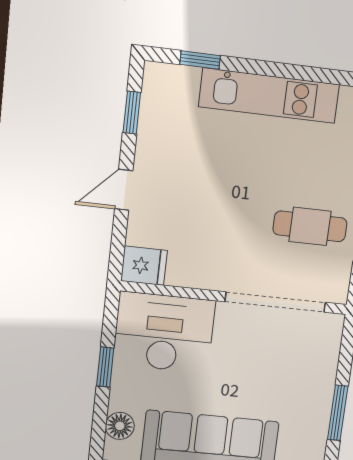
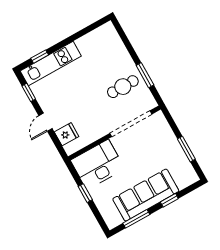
kitchen unit: (269, 96) -> (51, 63), moved
fridge: (144, 266) -> (67, 134), moved
floor lamp: (120, 426) -> (107, 212), removed

